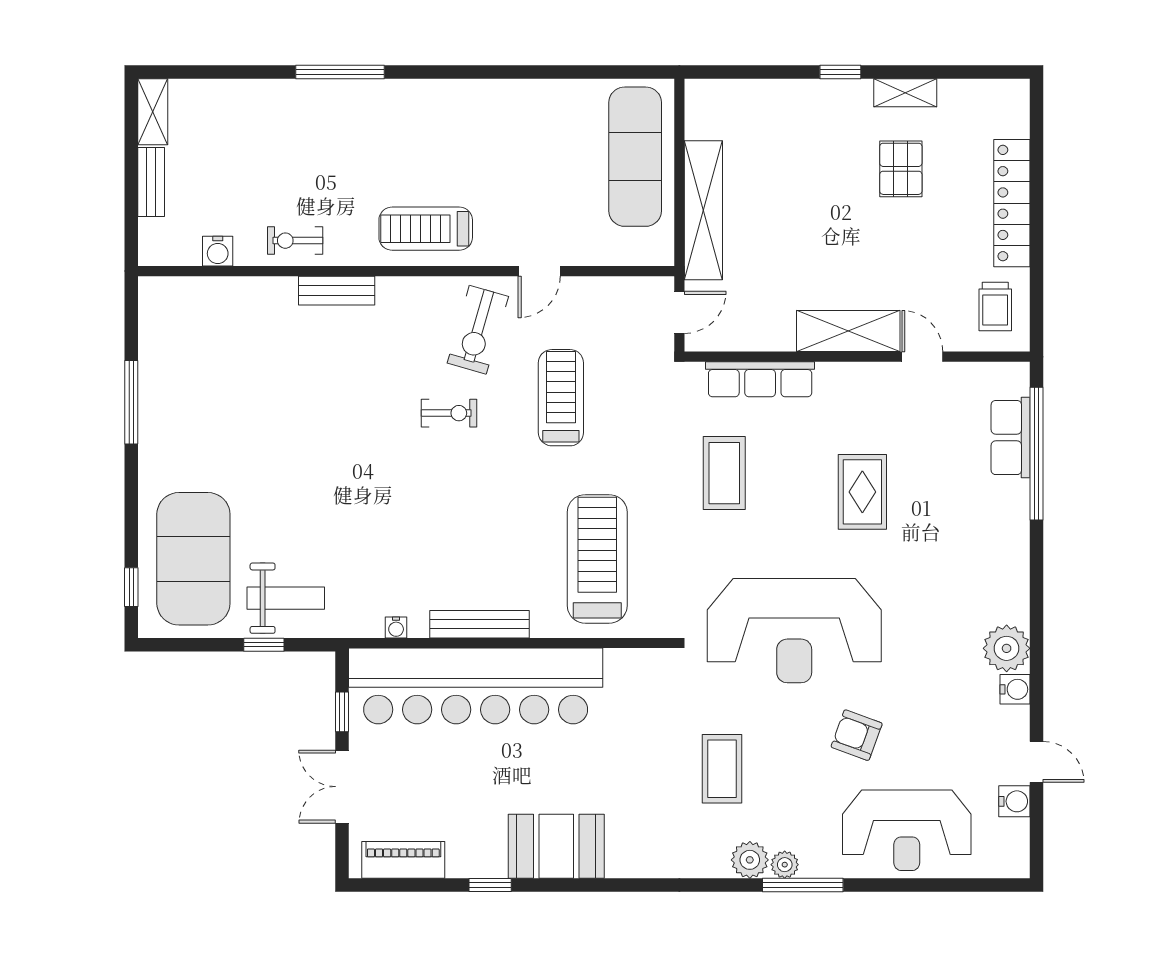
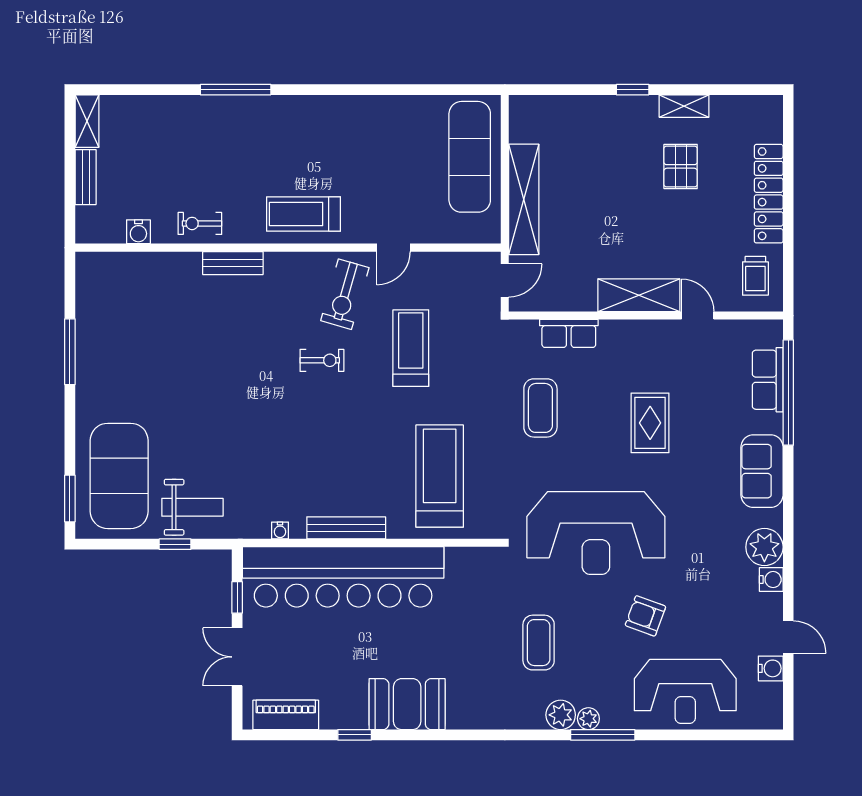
row of seats: (760, 379) -> (569, 333), width x0.68
sofa: (1003, 553) -> (762, 471), added
window: (131, 587) -> (70, 498), width x1.50

